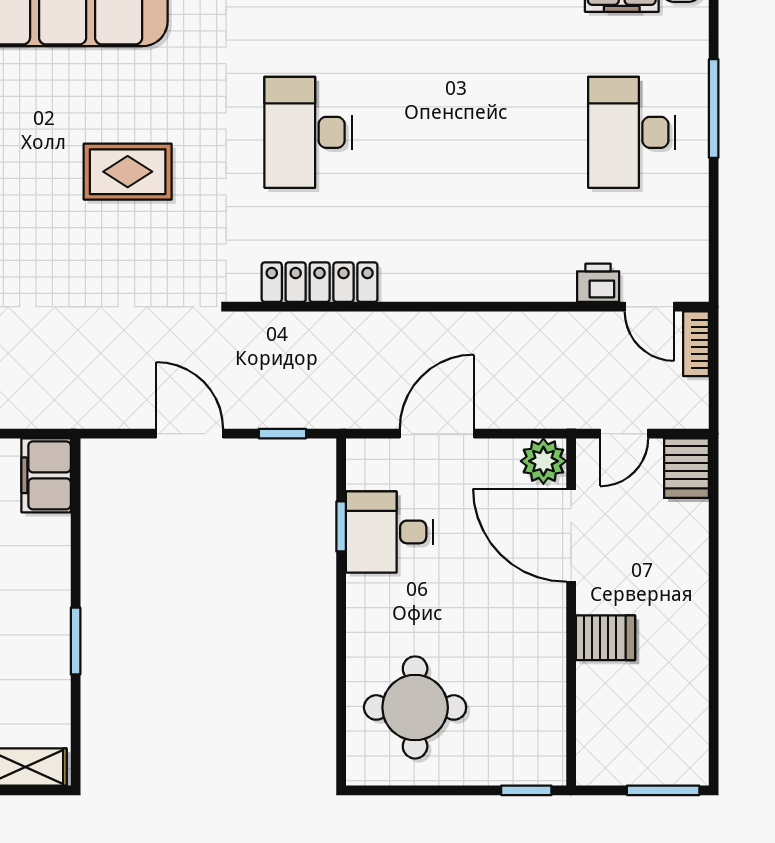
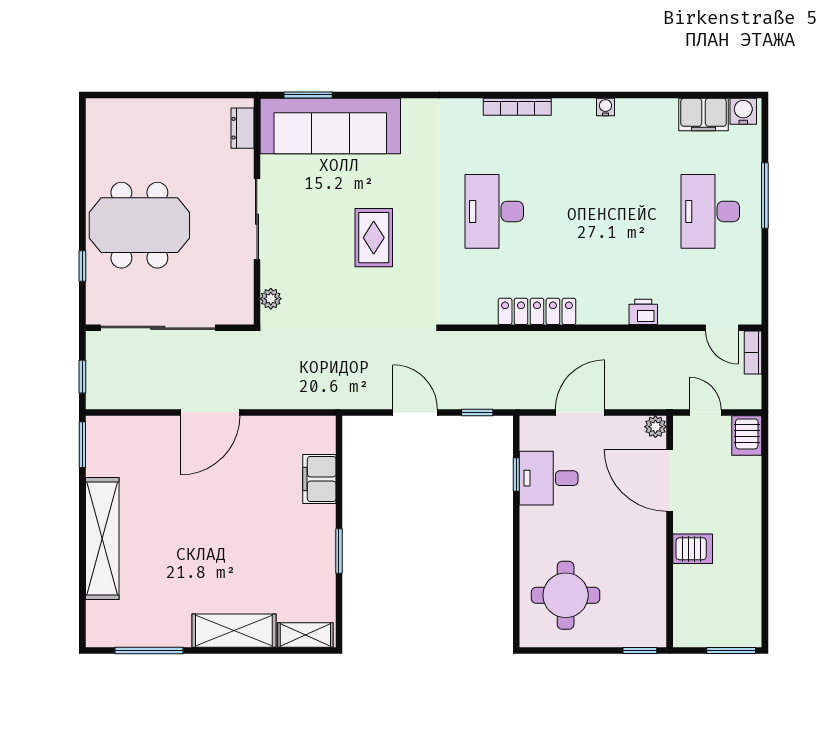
rug: (128, 172) -> (374, 238), turned 90
locker: (320, 282) -> (537, 311), moved
printer: (598, 283) -> (643, 312), moved
door: (624, 434) -> (705, 412), swing flipped
plant: (543, 461) -> (655, 427), width x0.73, depth x0.73
filing cabinet: (46, 475) -> (319, 479), moved

